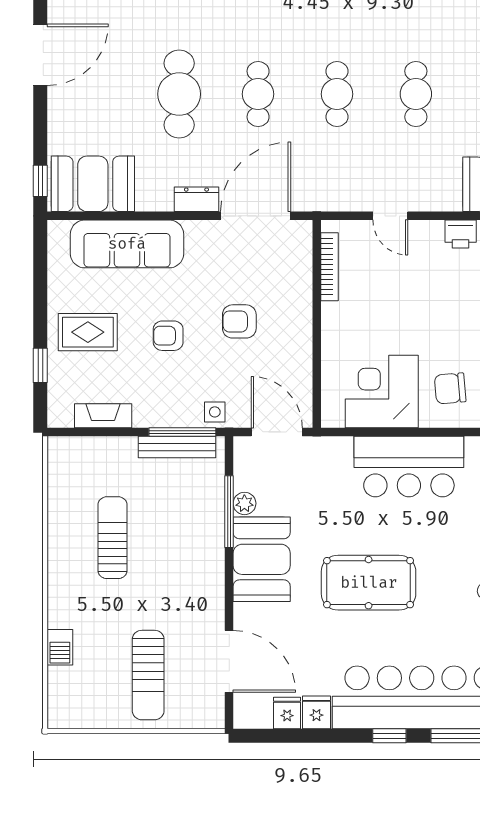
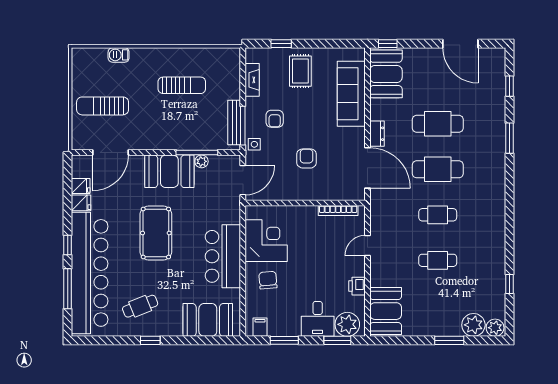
cafe table: (258, 94) -> (438, 169), width x1.37, depth x1.35
armchair: (168, 336) -> (275, 119), moved, turned 180

